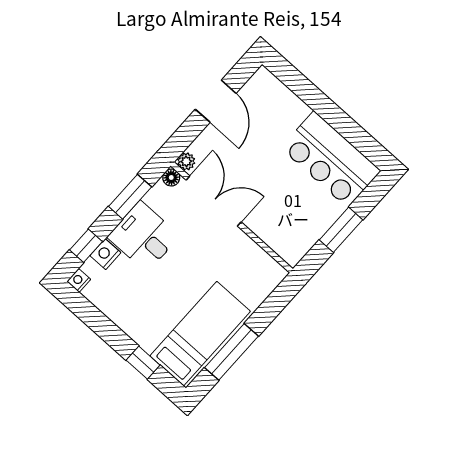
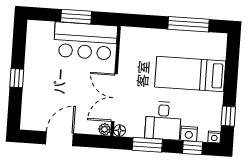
window: (324, 106) -> (17, 78), added
bar counter: (331, 159) -> (85, 41), moved, turned 90
bed: (200, 334) -> (190, 74), moved
window: (143, 363) -> (228, 116), moved

